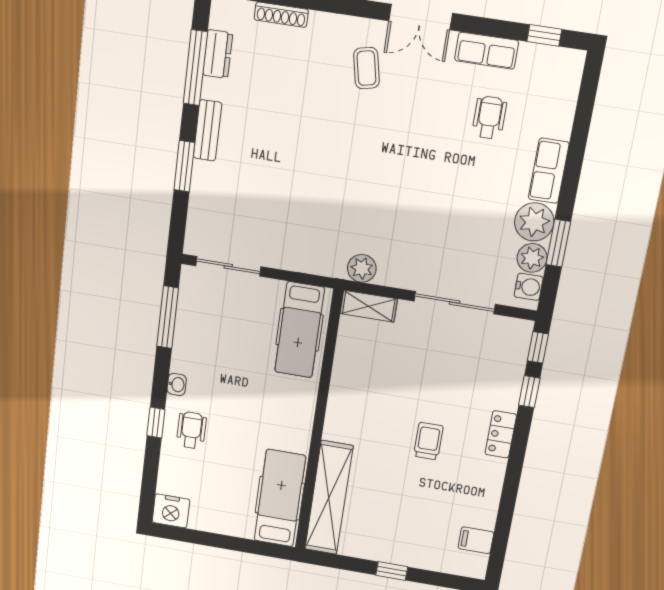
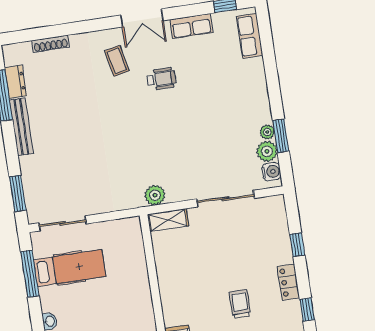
wheelchair: (489, 118) -> (162, 79), moved, turned 90
bench: (208, 130) -> (21, 127), width x1.36
window: (184, 166) -> (18, 193), moved
row of seats: (549, 171) -> (250, 36), moved
plant: (534, 222) -> (267, 132), width x0.53, depth x0.53
hospital bed: (300, 330) -> (70, 268), moved, turned -90
window: (538, 347) -> (307, 310), moved

